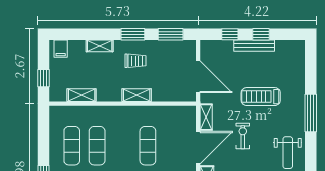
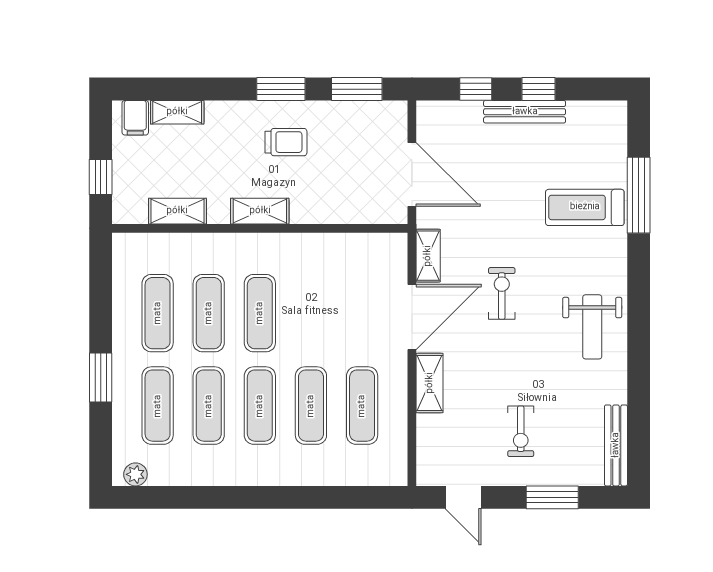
shelving: (100, 46) -> (177, 112), moved
shelving: (137, 95) -> (260, 211), moved
treadmill: (261, 97) -> (585, 207), moved
window: (311, 113) -> (639, 195), moved
exercise mat: (148, 146) -> (260, 313), moved

